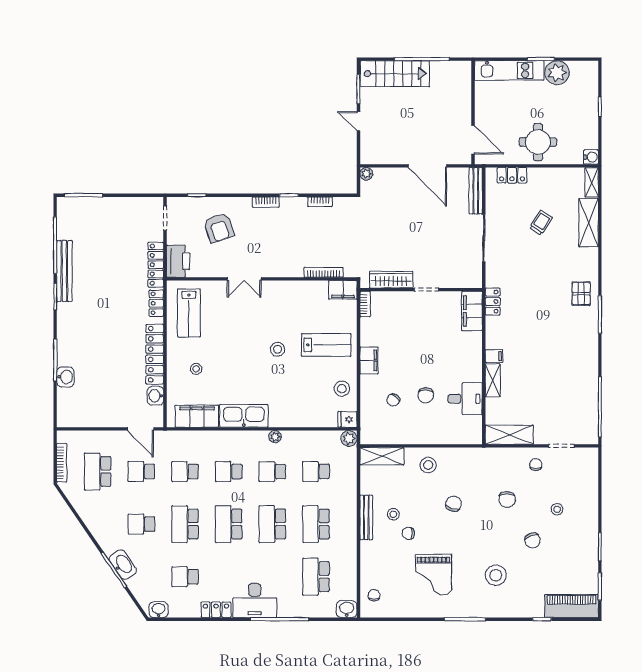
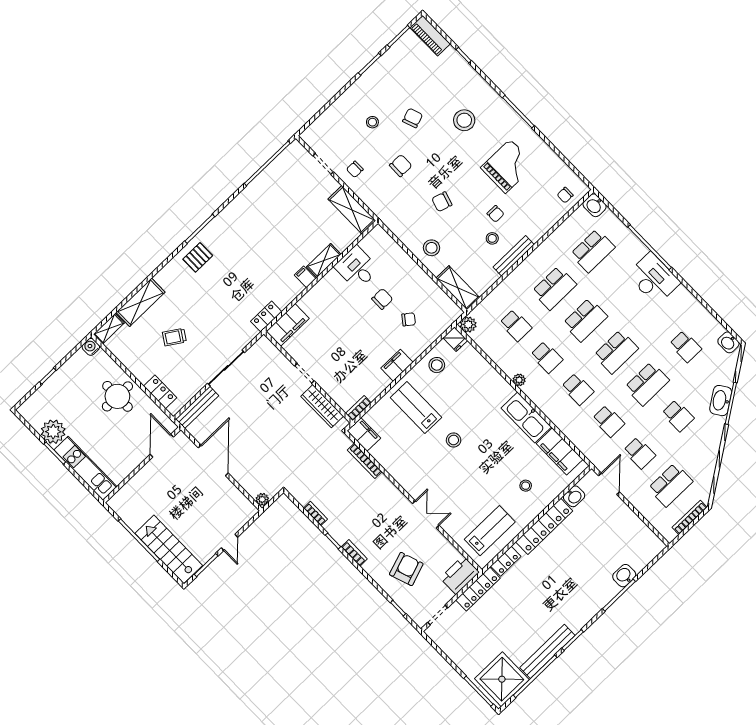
shower: (76, 220) -> (502, 679), added
piano: (572, 606) -> (430, 36), width x0.73, depth x0.75
locker: (216, 610) -> (688, 300), removed

